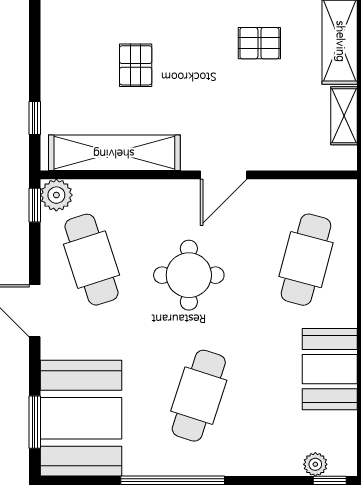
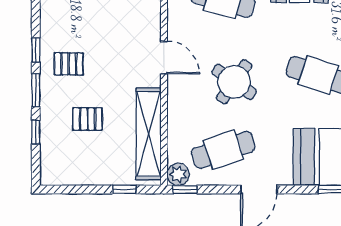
pallet: (259, 43) -> (69, 64), moved, turned 90
round table: (189, 275) -> (234, 82), turned 35

